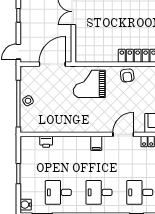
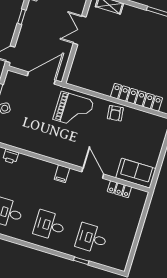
grand piano: (89, 84) -> (73, 110), turned 180
door: (123, 134) -> (93, 173), hinge flipped

